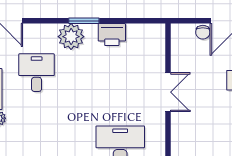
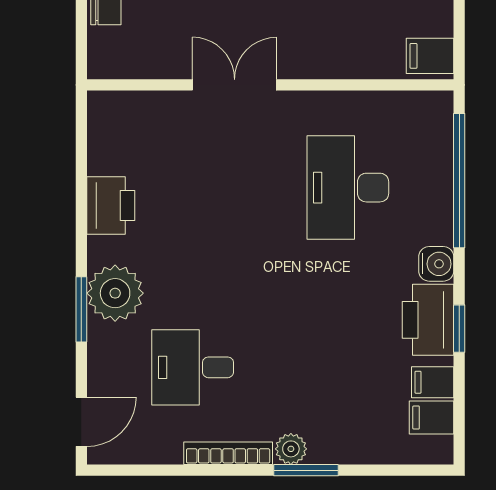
window: (84, 21) -> (81, 309), moved

